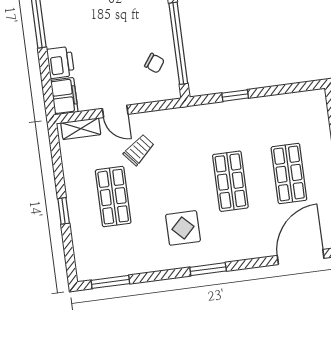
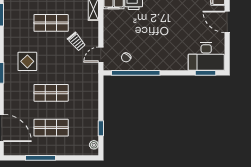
window: (235, 96) -> (101, 128), moved
plant: (308, 98) -> (94, 145), added
door: (115, 111) -> (101, 55), moved

